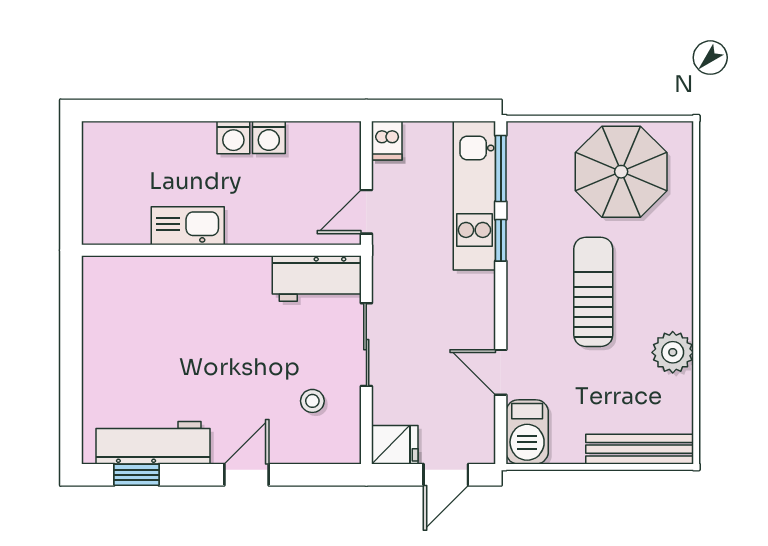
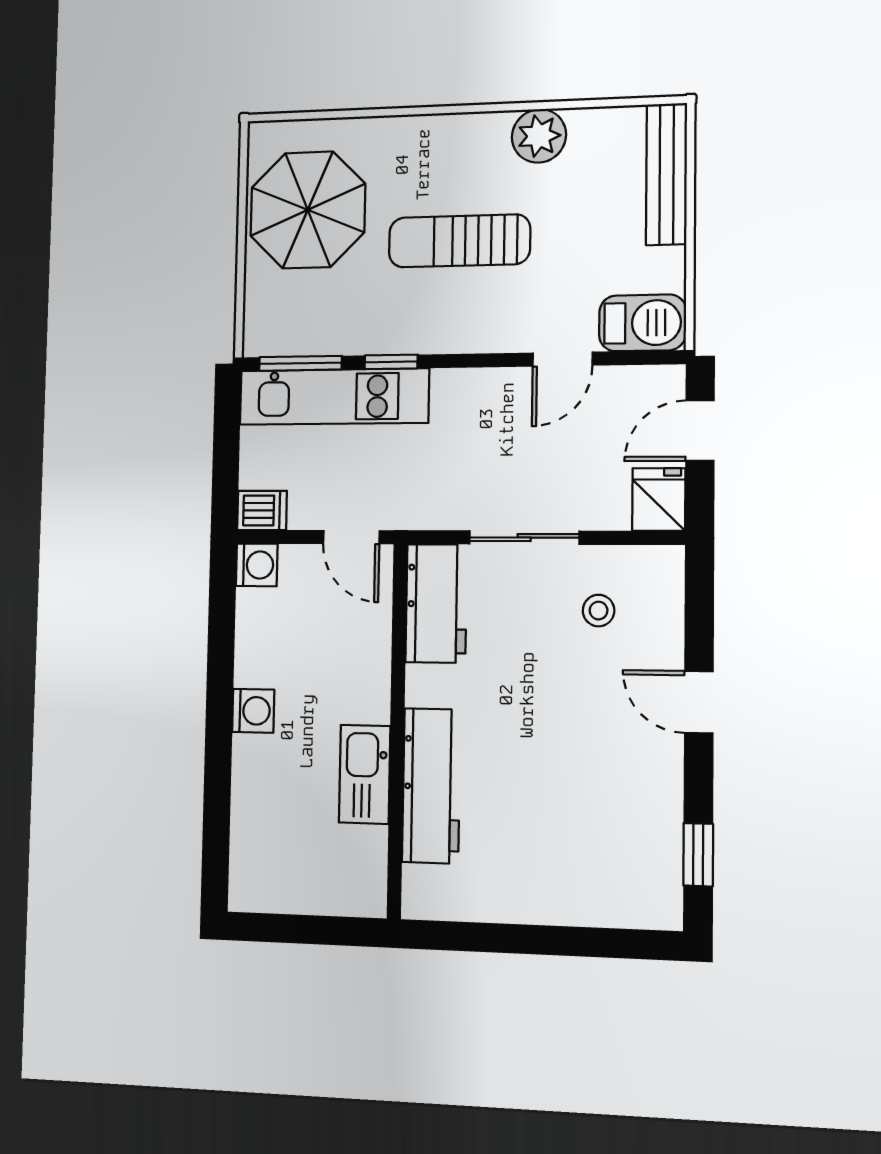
washing machine: (269, 137) -> (257, 565), moved
workbench: (153, 443) -> (431, 786), moved, turned 180
door: (446, 475) -> (700, 430), swing flipped

